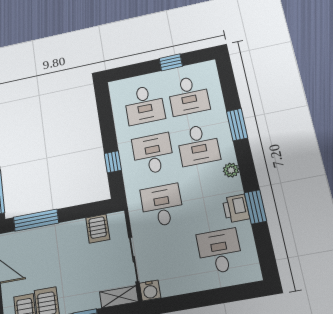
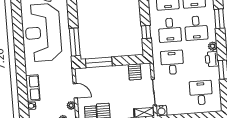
desk: (153, 154) -> (170, 30), turned 180
printer: (236, 208) -> (212, 59), moved

